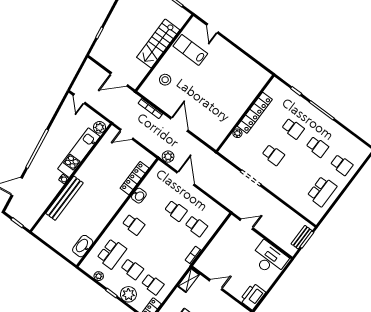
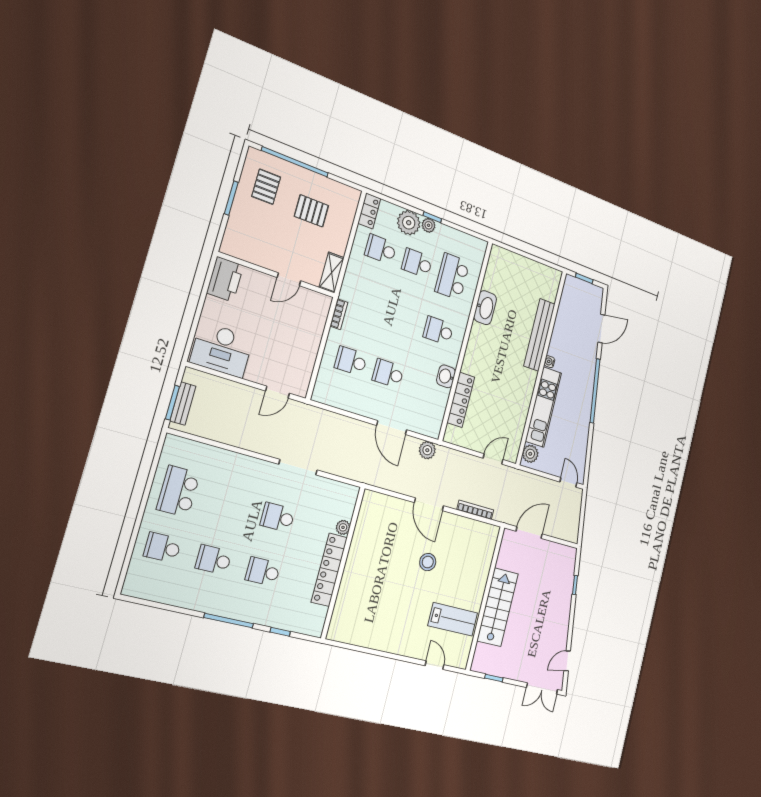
stool: (165, 80) -> (428, 562), moved
washbasin: (83, 246) -> (485, 308), moved
plant: (99, 276) -> (429, 225), moved

